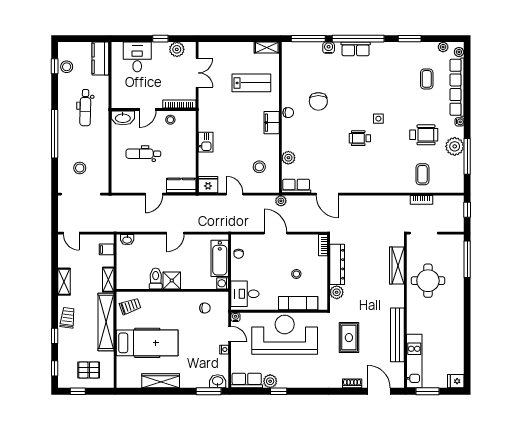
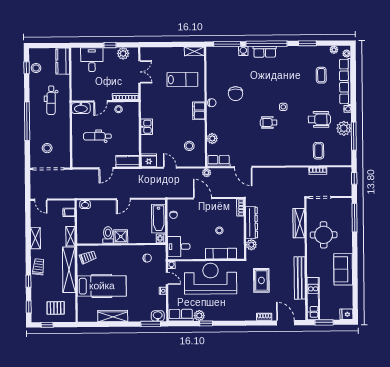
sofa: (452, 324) -> (343, 269), added

